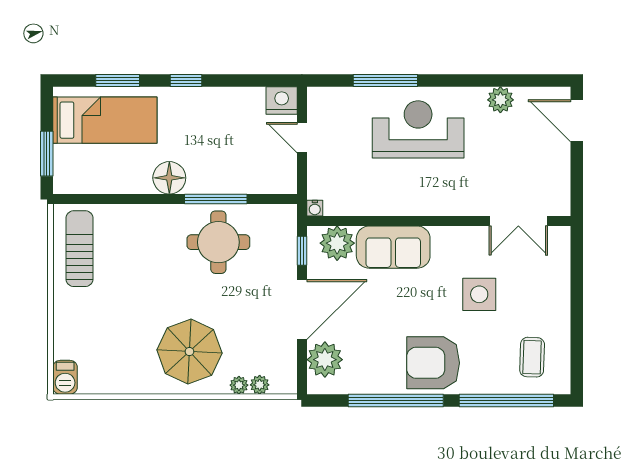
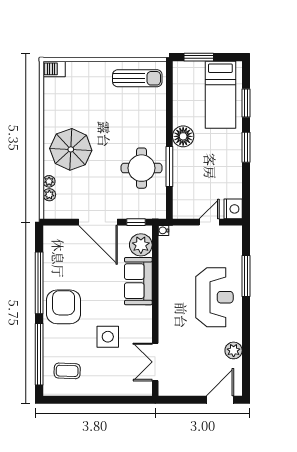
window: (186, 81) -> (246, 147), width x1.50
plant: (325, 360) -> (66, 237), removed

